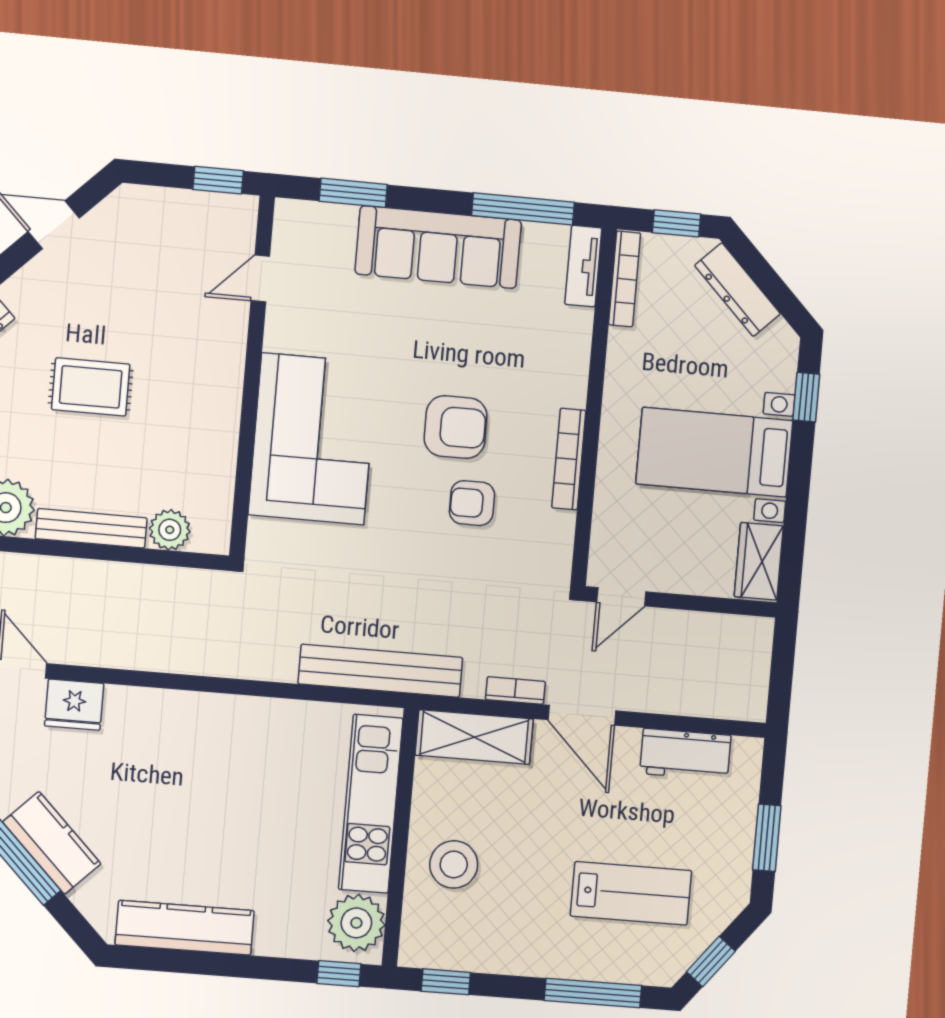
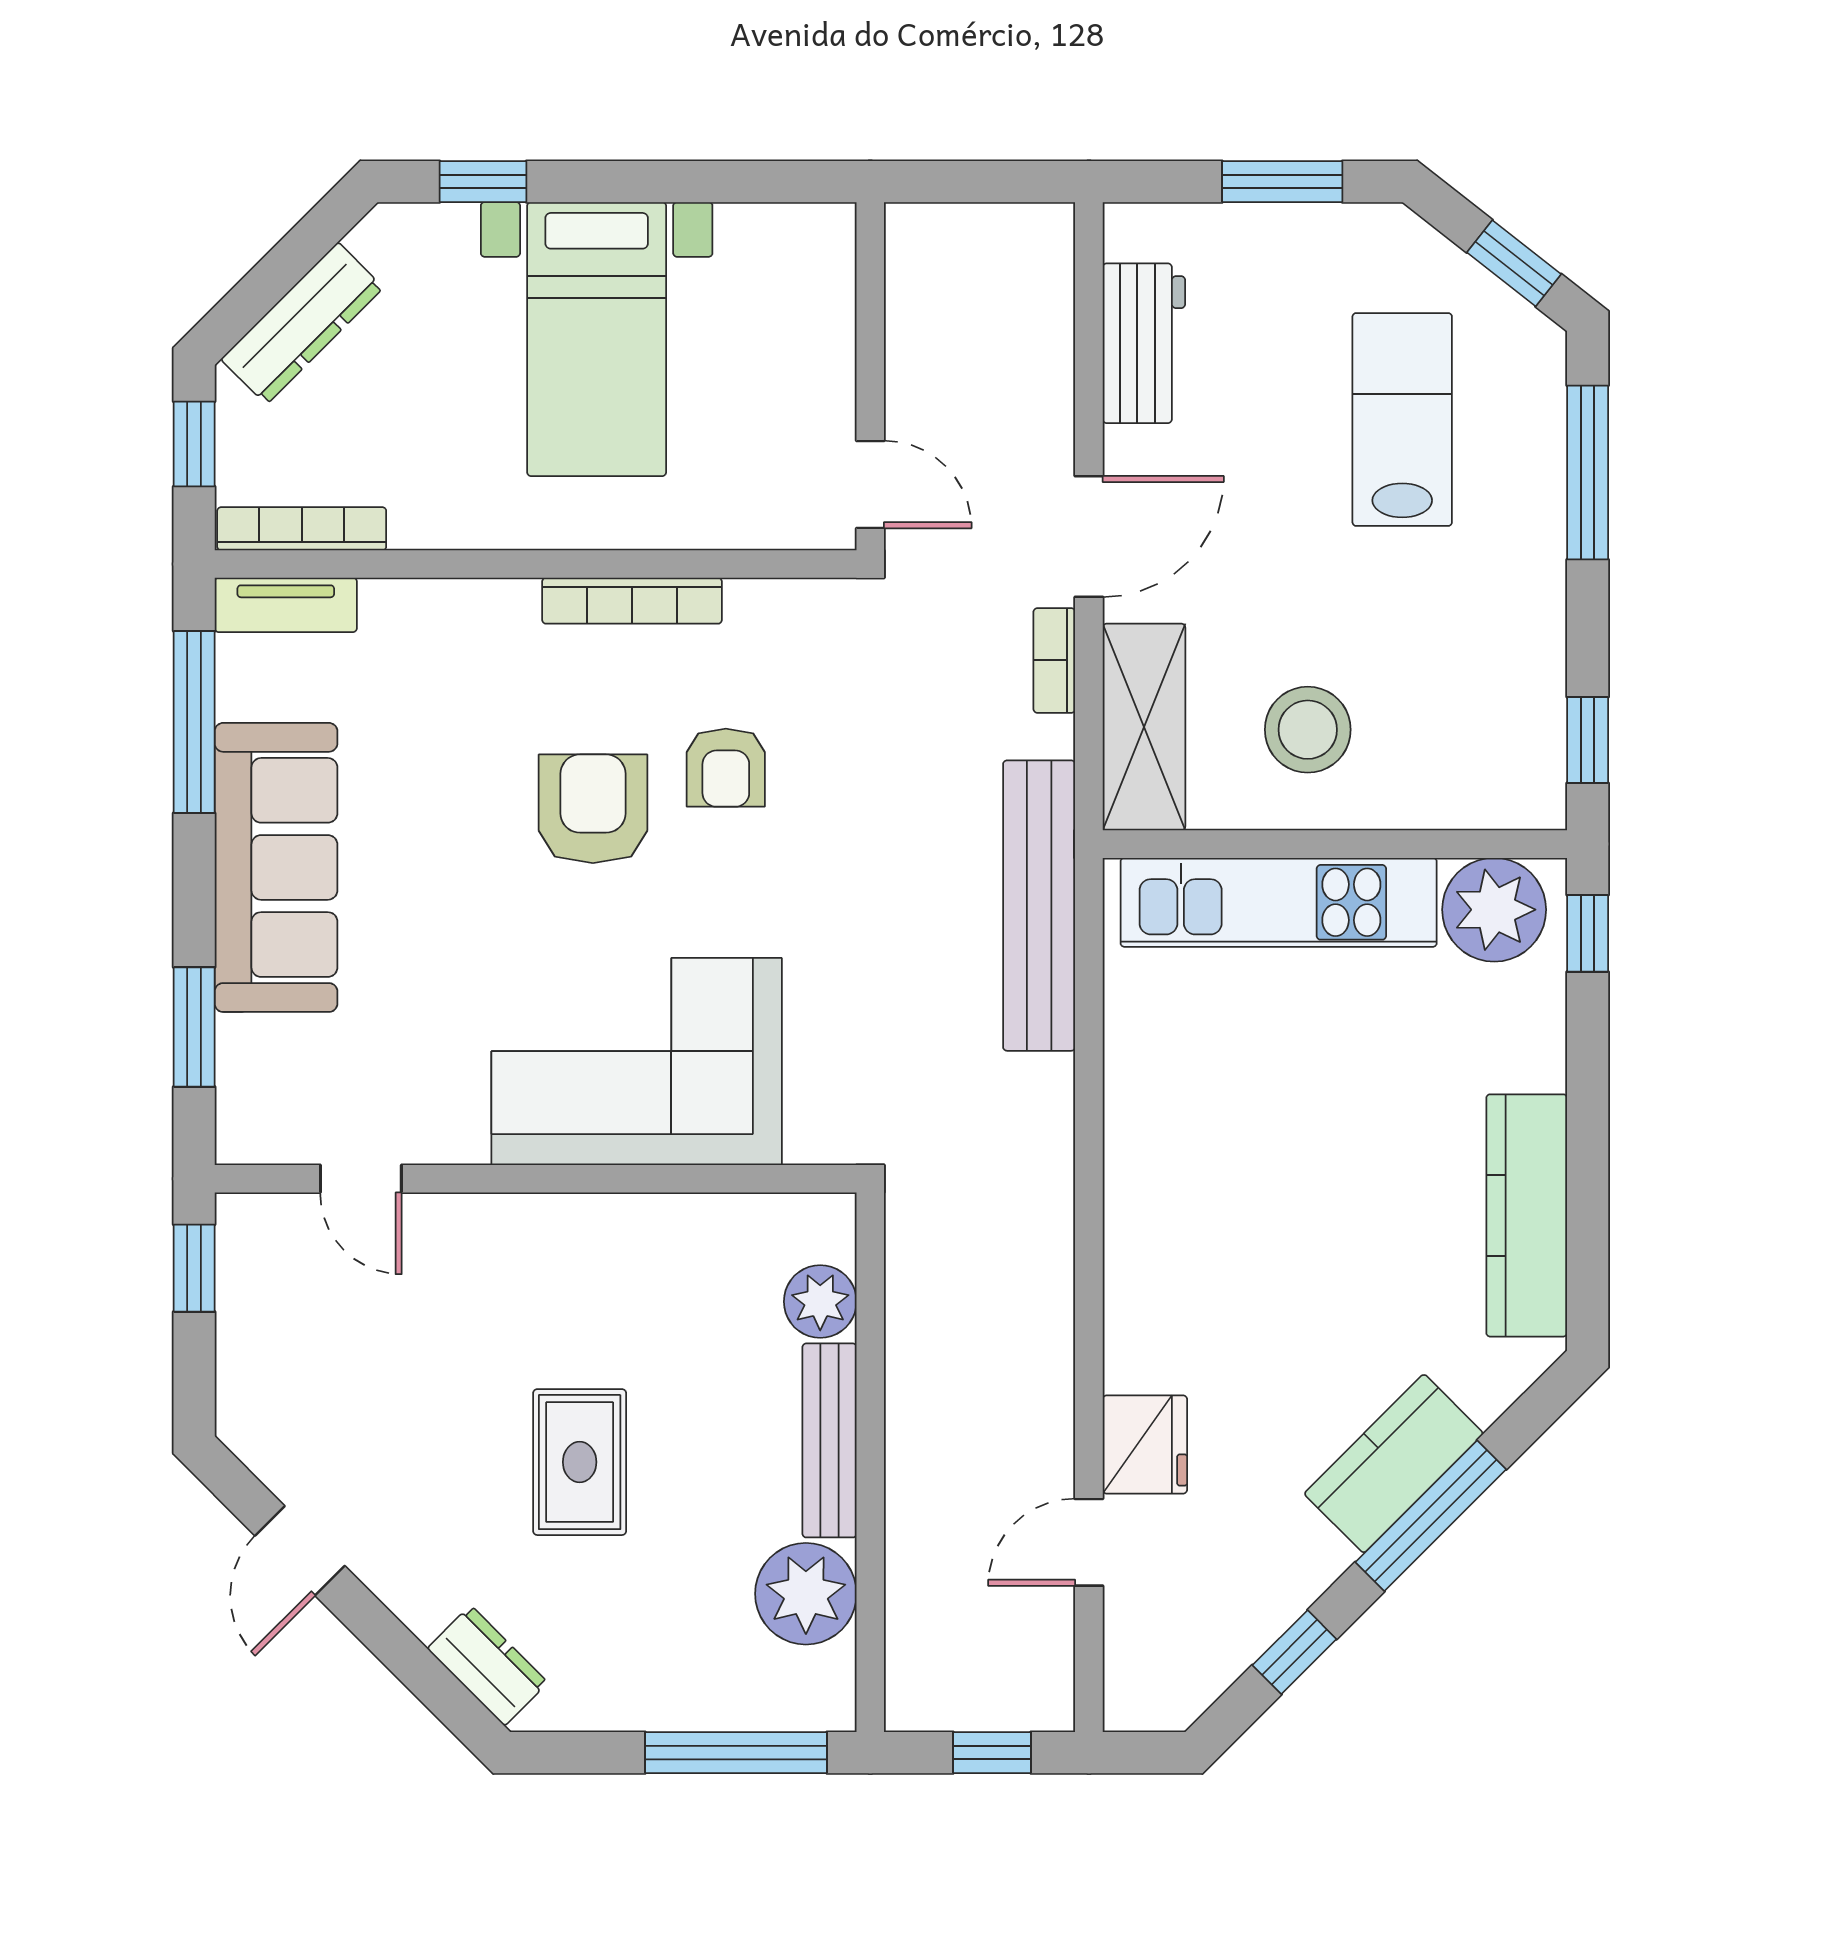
wardrobe: (759, 561) -> (785, 241), removed
stool: (454, 864) -> (1308, 730), moved

